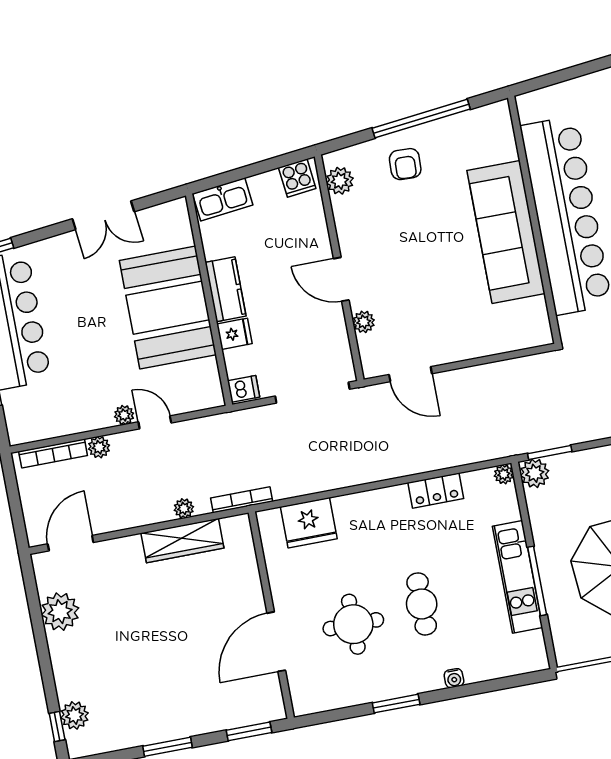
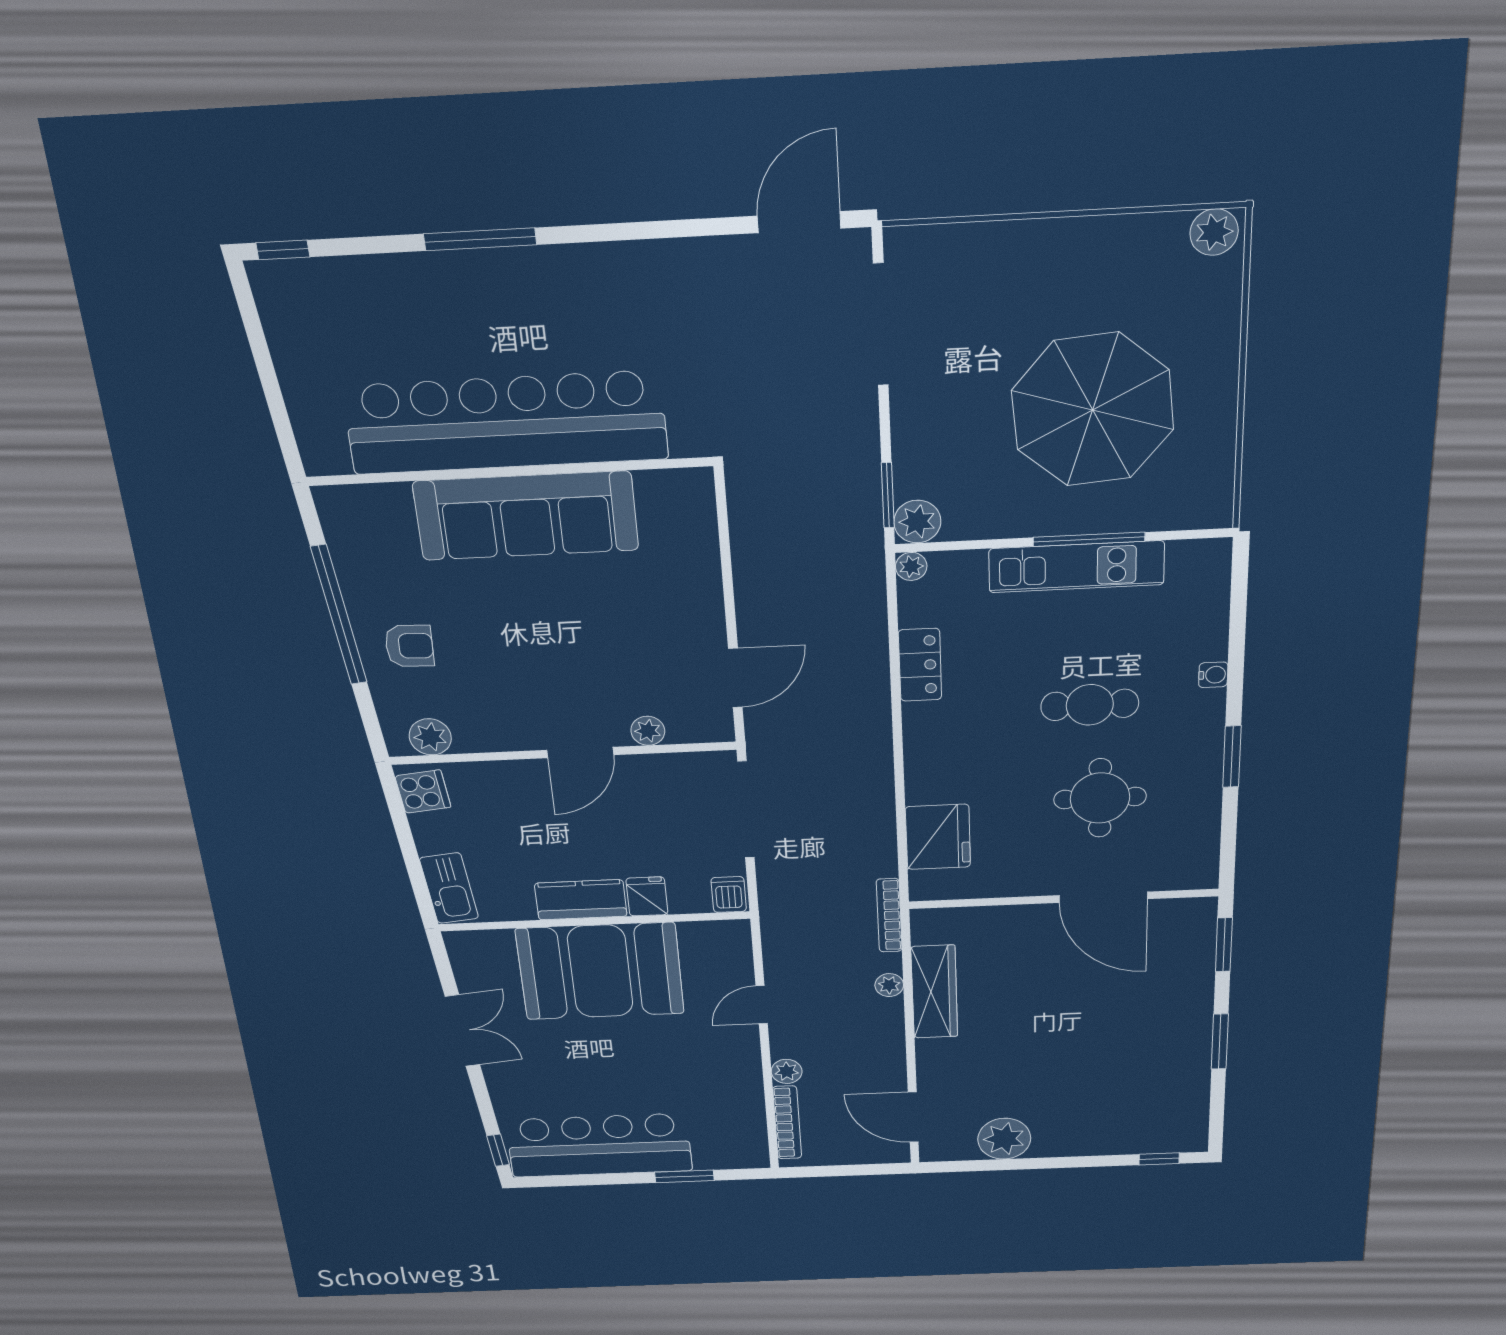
plant: (124, 415) -> (746, 1038), removed
plant: (75, 715) -> (1149, 1139), removed

